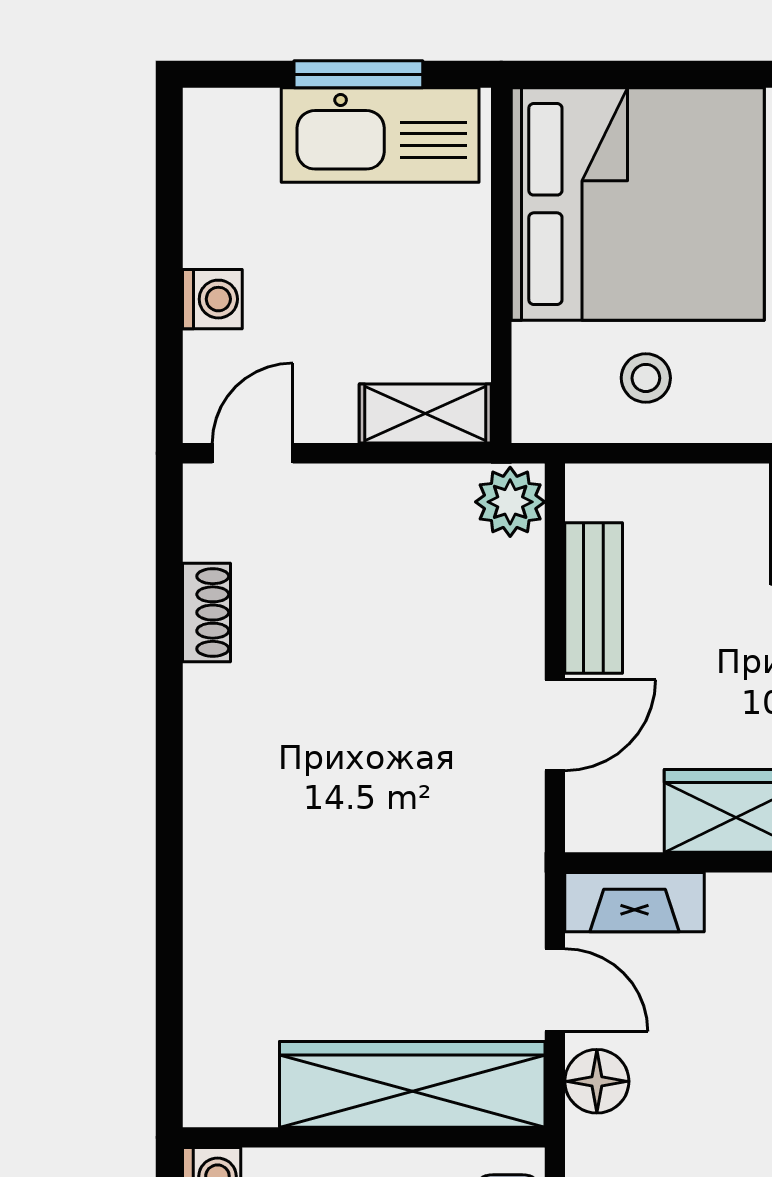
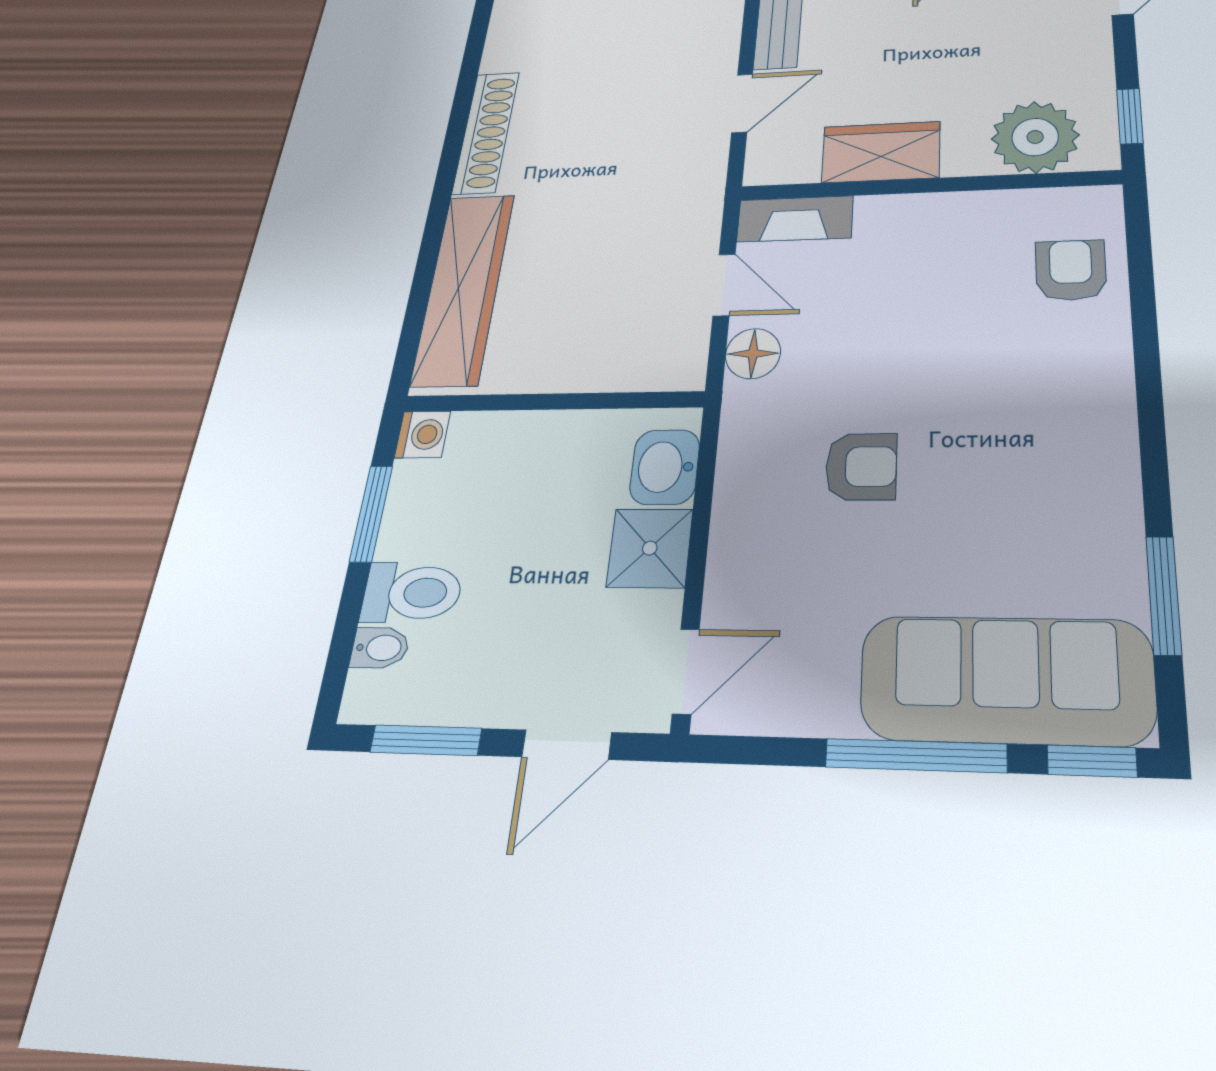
shoe rack: (207, 613) -> (486, 132), moved, width x1.94, depth x1.24
wardrobe: (412, 1084) -> (464, 288), moved, turned 90

